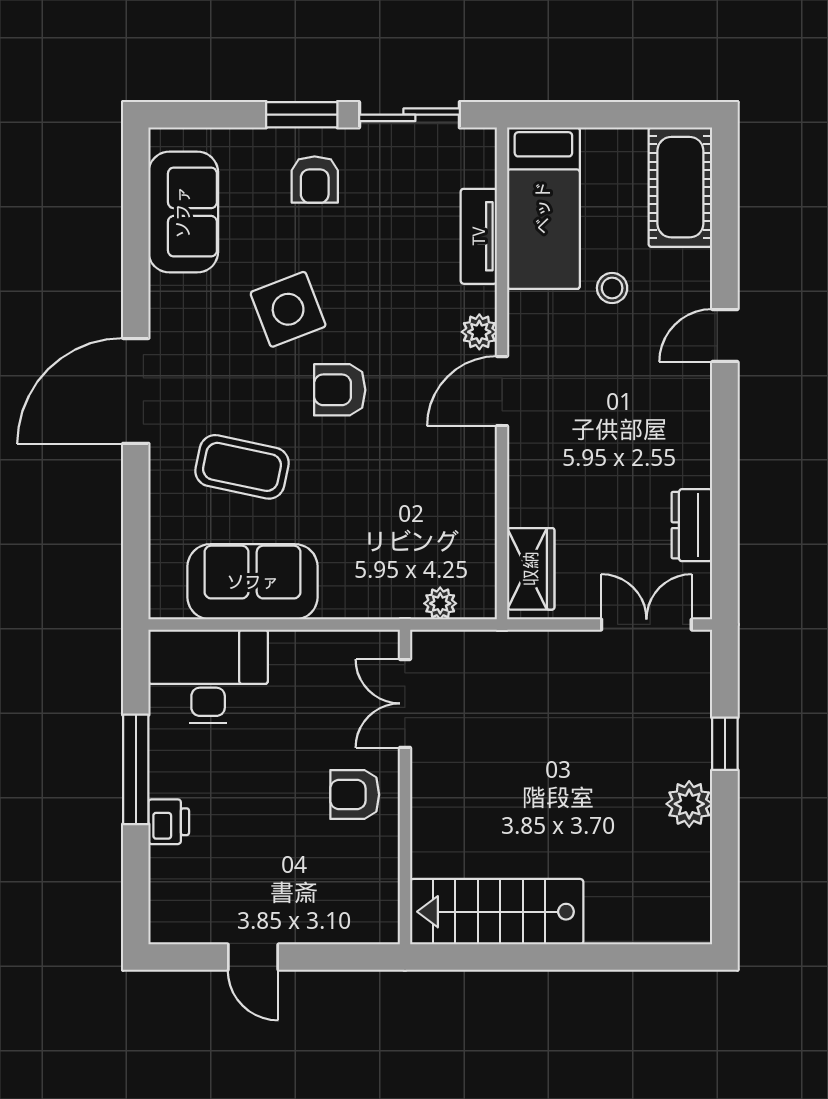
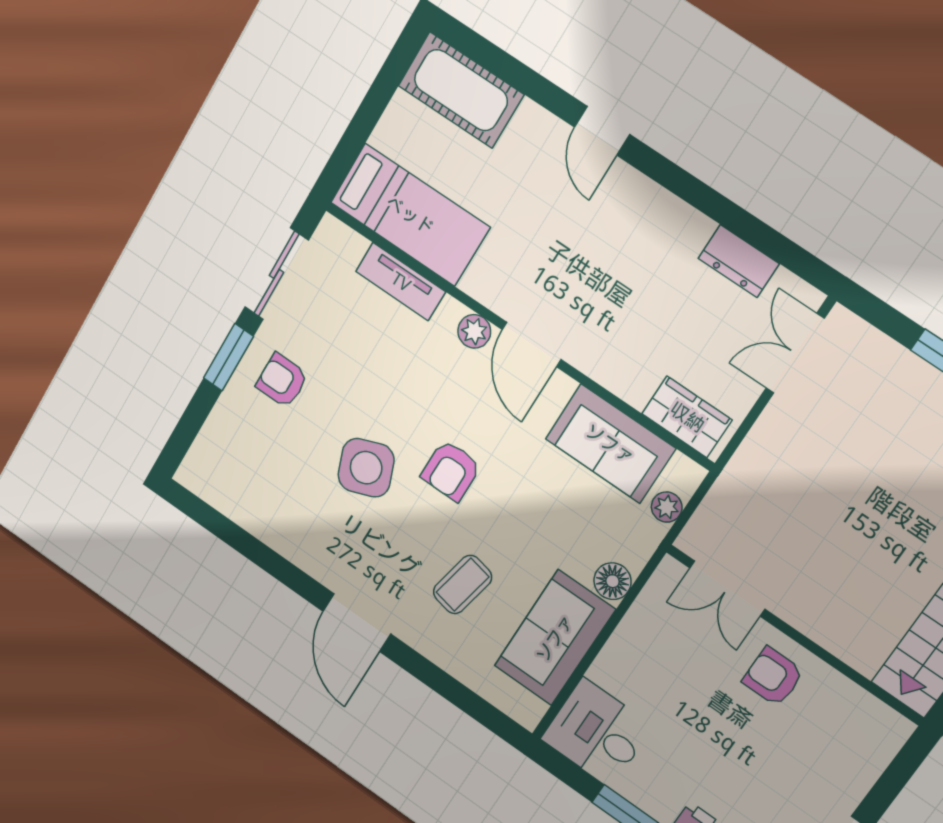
armchair: (315, 180) -> (282, 380), turned 180
sofa: (183, 212) -> (610, 444), moved, turned 180
stool: (612, 288) -> (506, 200), removed
door: (136, 391) -> (357, 623), width x0.73
coffee table: (242, 467) -> (463, 585), width x0.73, depth x0.77
floor lamp: (341, 600) -> (612, 581), added
desk: (208, 676) -> (597, 733), width x0.73
armchair: (355, 795) -> (773, 677), turned 90

